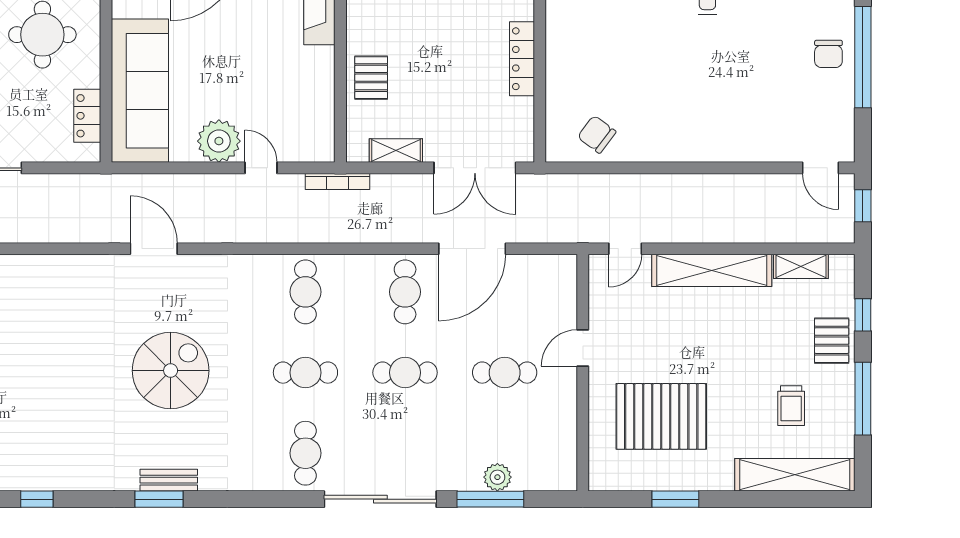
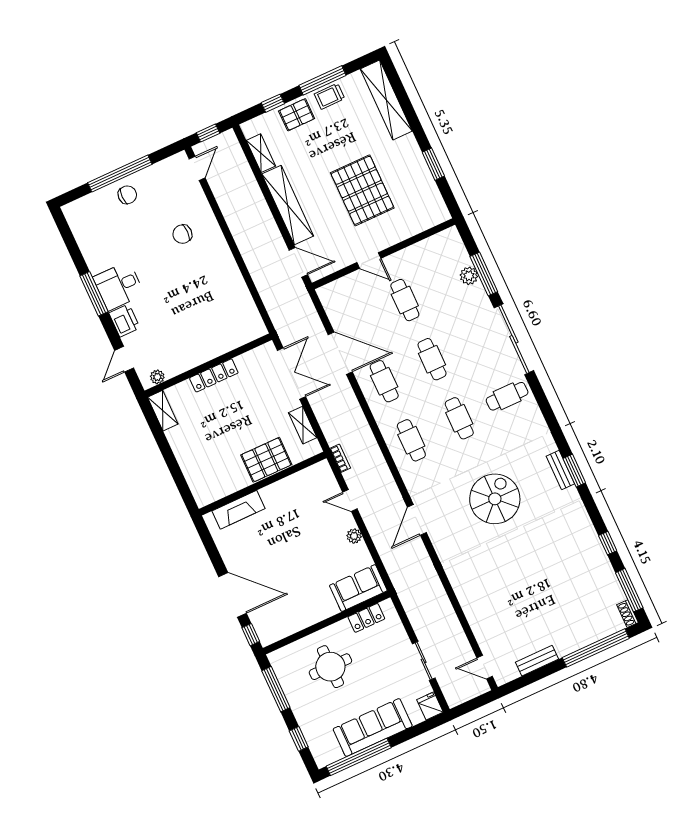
pallet: (371, 78) -> (266, 460), width x1.50, depth x1.42
sofa: (140, 91) -> (358, 588), width x0.54, depth x0.79
chair: (597, 134) -> (182, 234), moved, turned 53
plant: (219, 141) -> (354, 536), width x0.53, depth x0.53
door: (261, 168) -> (350, 501), hinge flipped
bookcase: (338, 181) -> (340, 458), width x0.64
door: (154, 249) -> (417, 520), moved
door: (625, 249) -> (298, 262), width x1.38
cafe table: (305, 292) -> (411, 440), turned 90
cafe table: (405, 292) -> (384, 381), turned 90
spiral stairs: (171, 371) -> (495, 499), turned 90
trolley: (791, 406) -> (329, 96), moved, turned 180
pallet: (661, 416) -> (362, 190), moved

